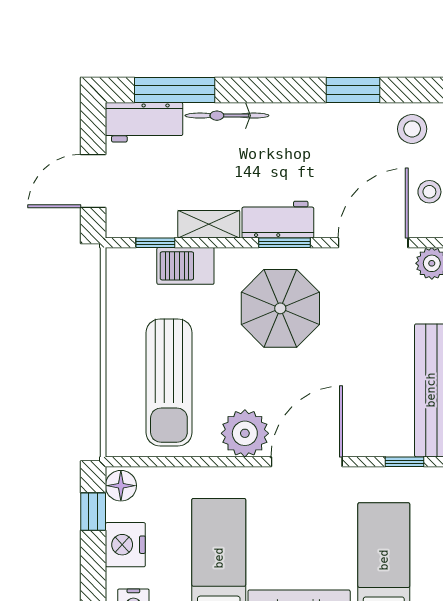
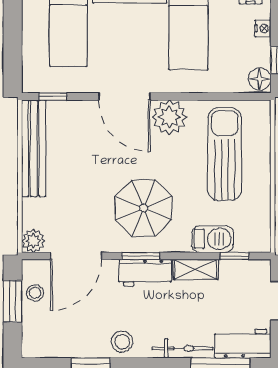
stool: (412, 129) -> (122, 342), moved
door: (307, 462) -> (124, 96), hinge flipped
nightstand: (125, 545) -> (263, 28), width x0.53, depth x0.56

